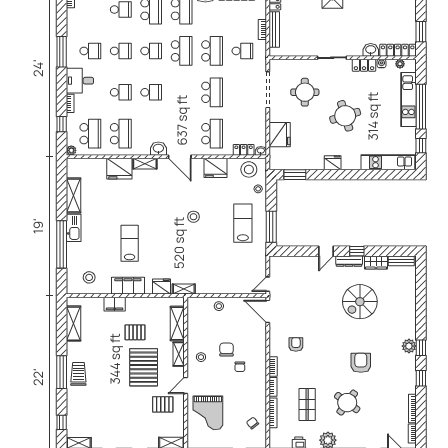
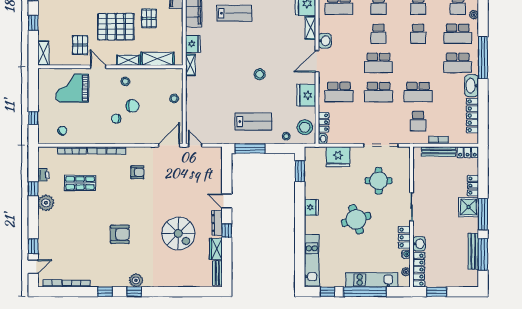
school desk: (182, 51) -> (379, 63), moved
spiral stairs: (360, 302) -> (178, 233), turned 180
round table: (347, 403) -> (82, 221), removed

